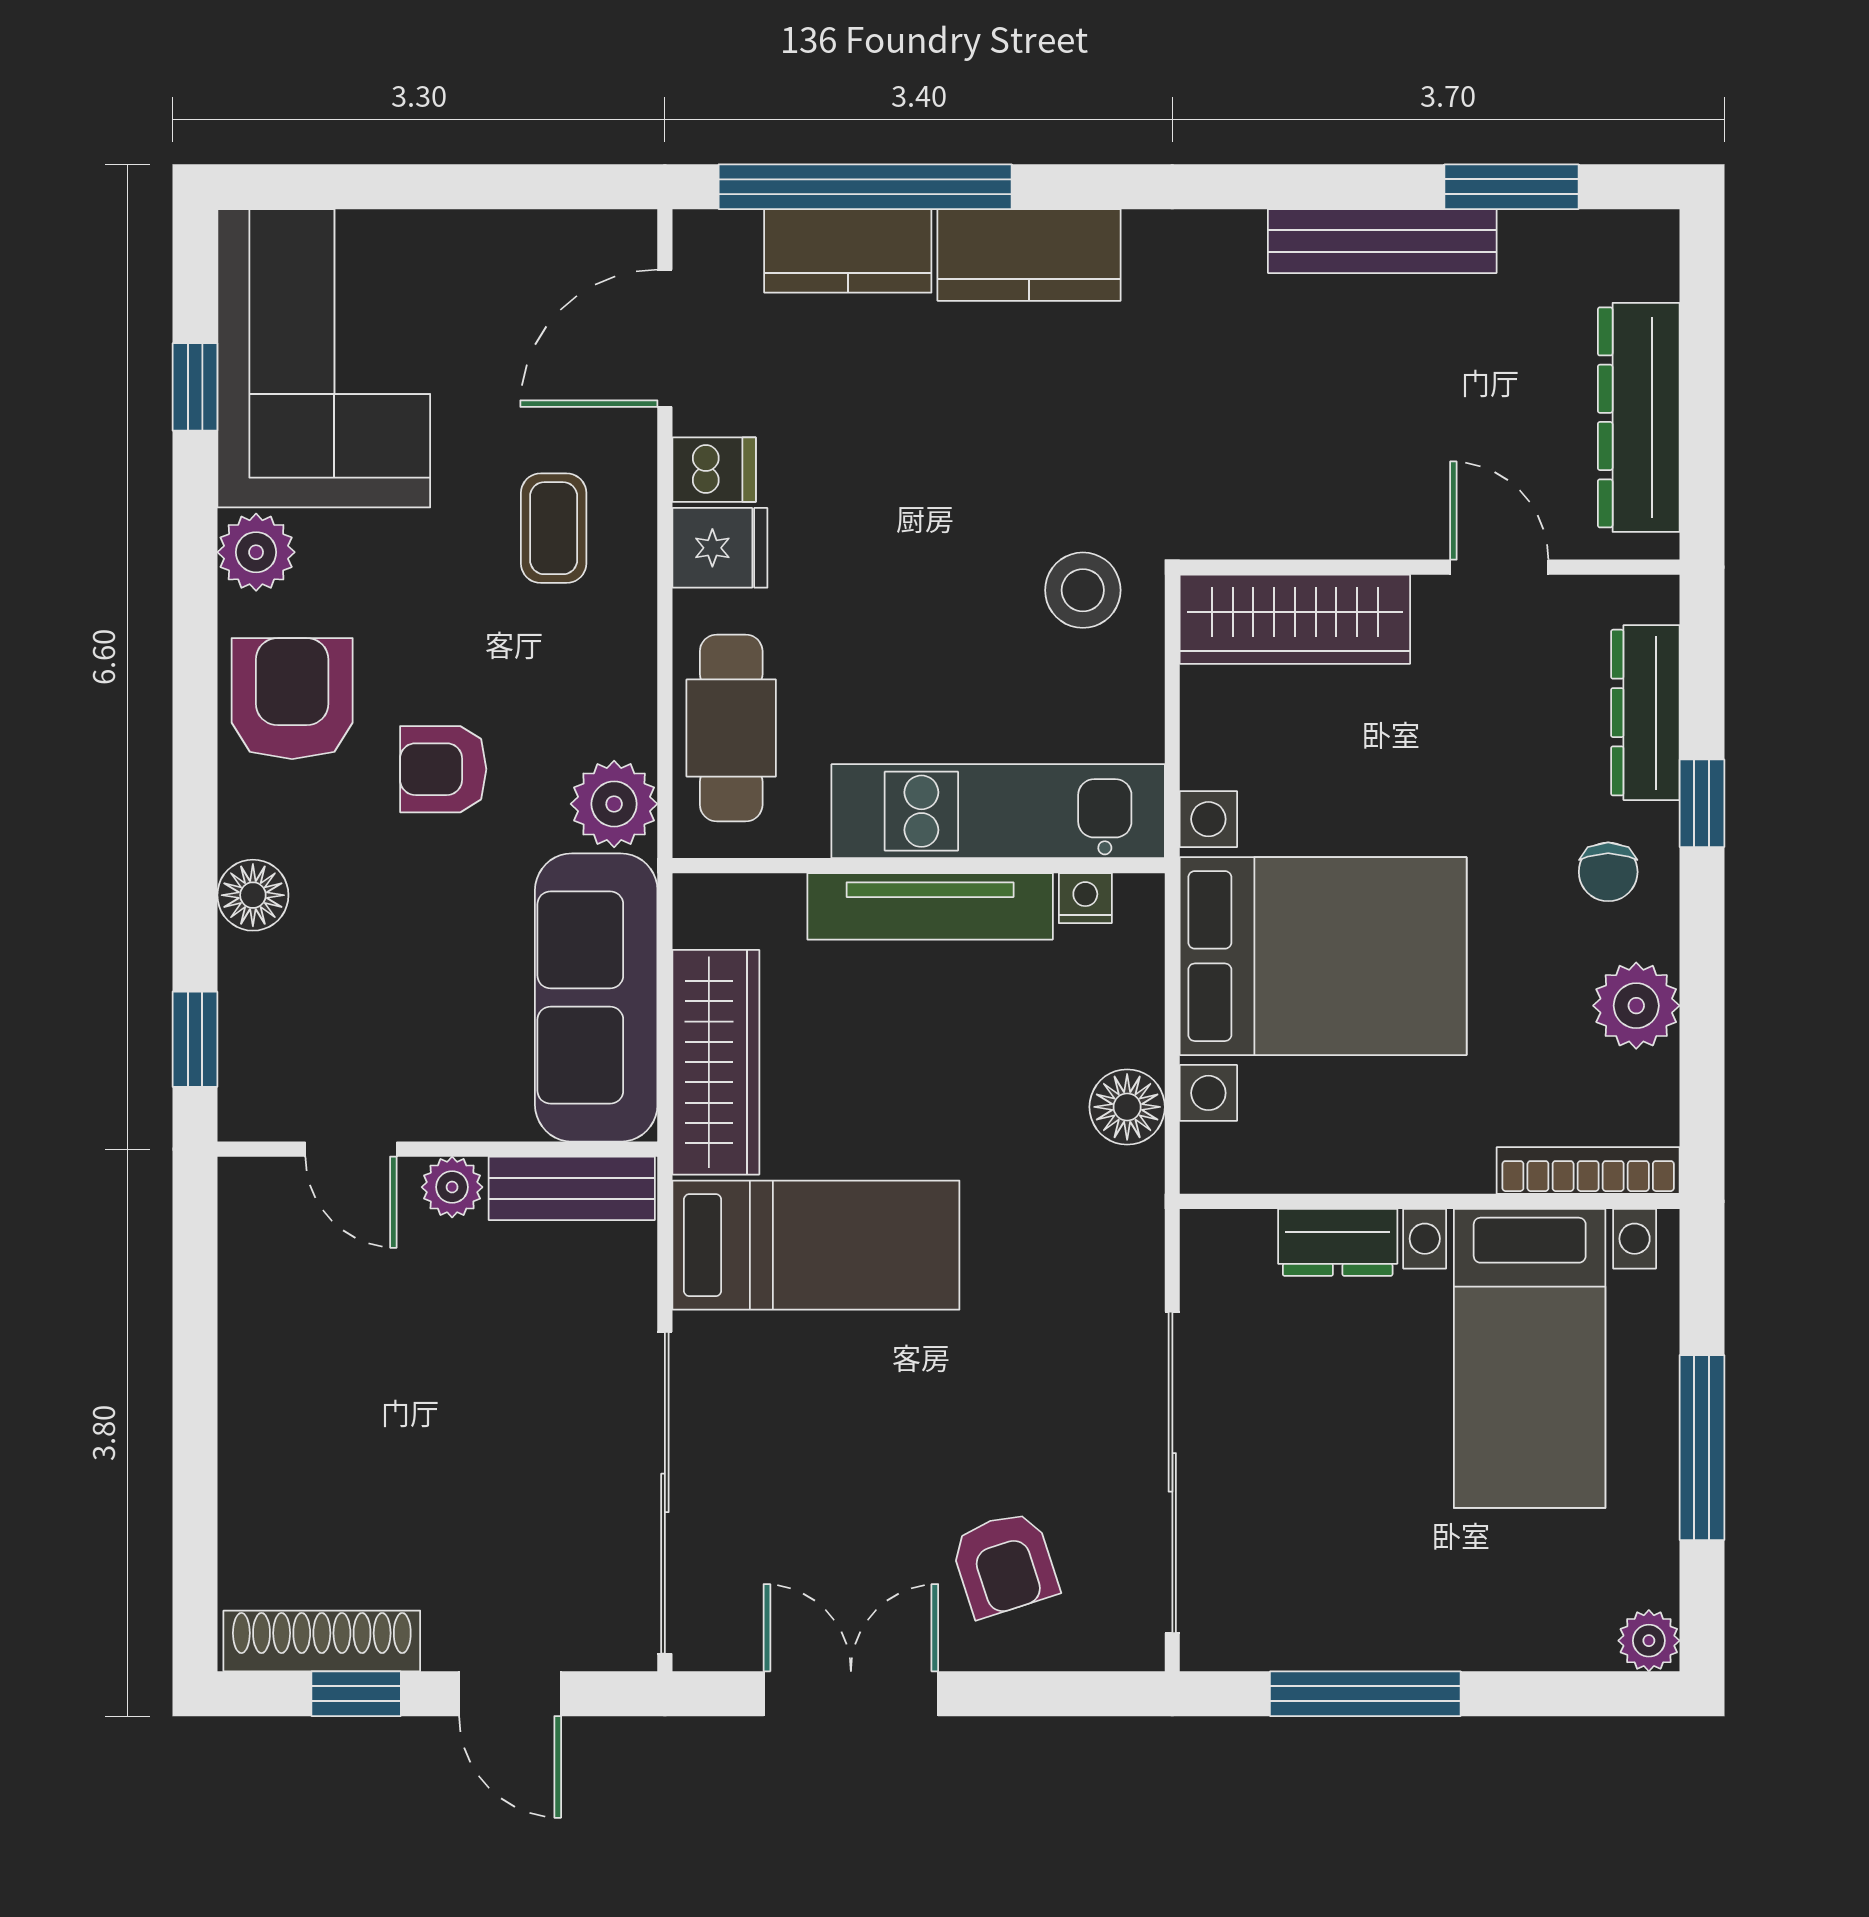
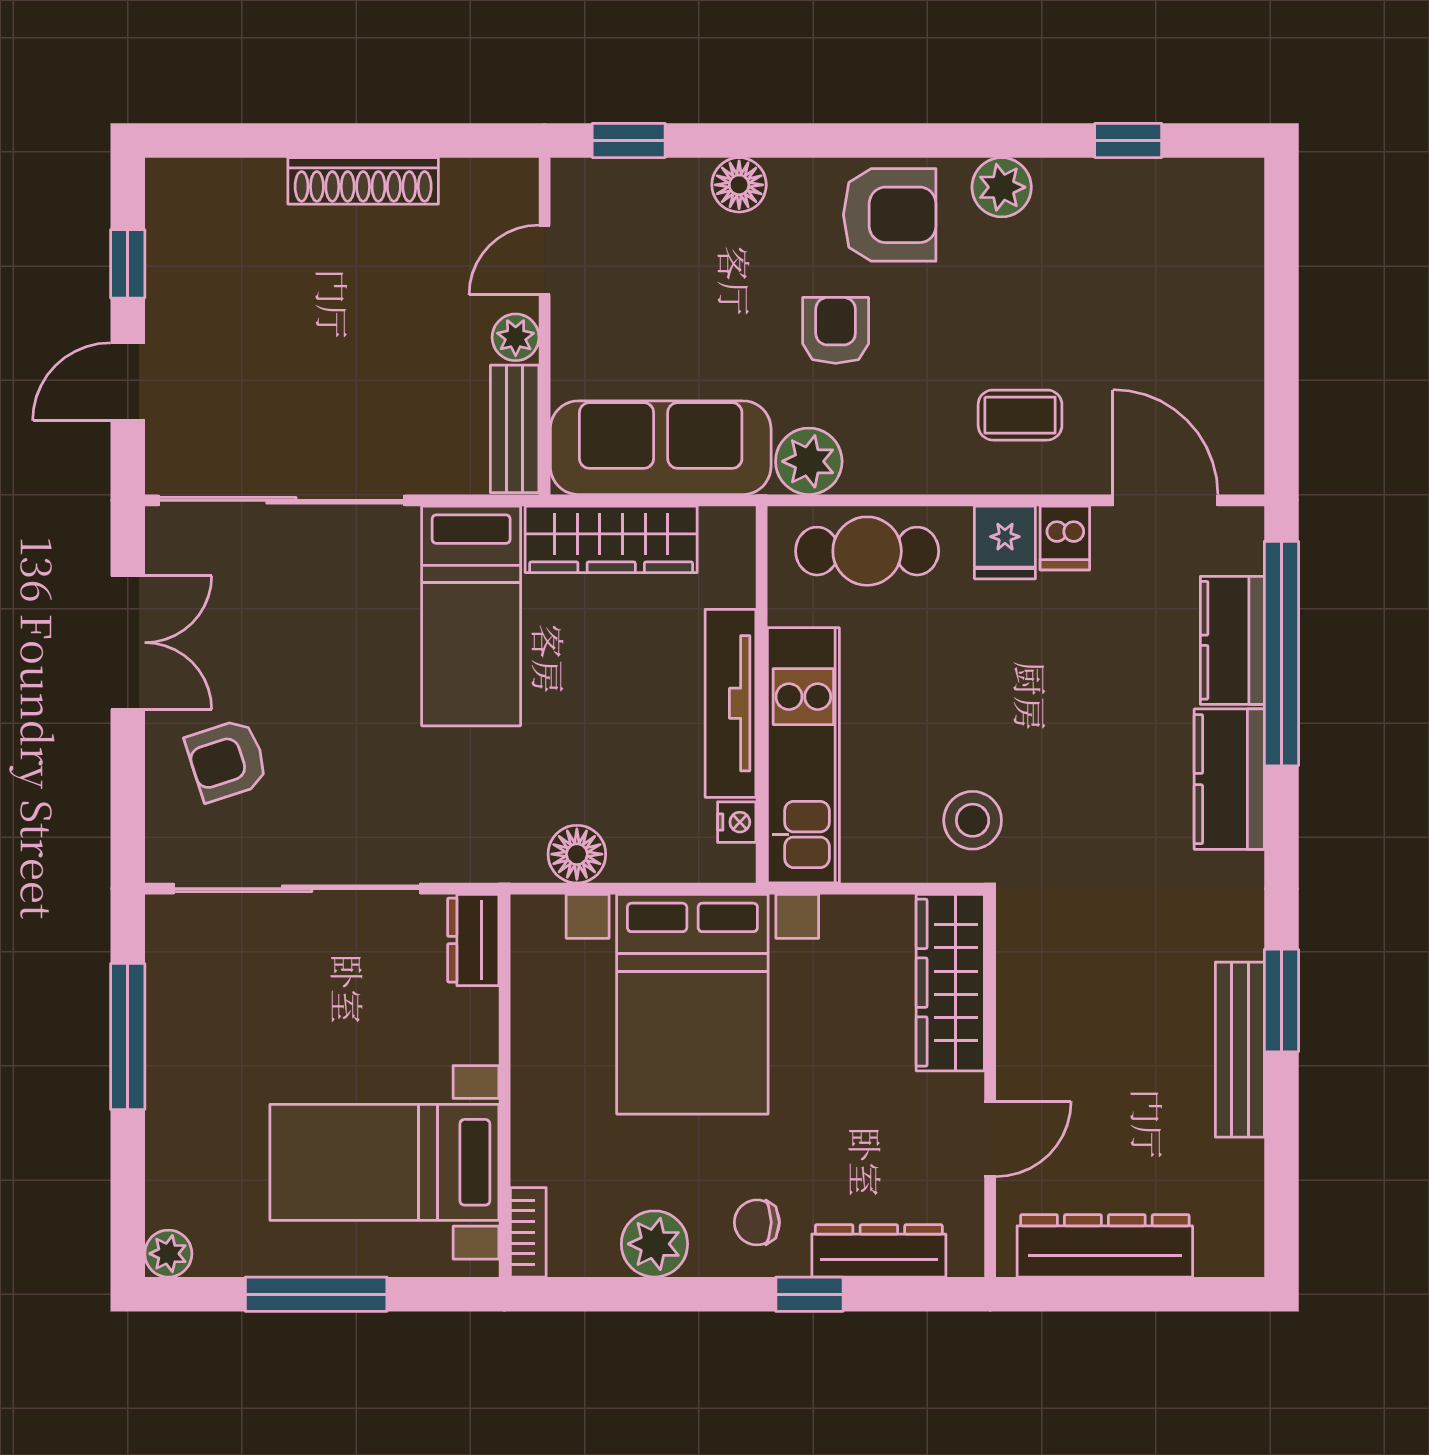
window: (1511, 187) -> (1281, 1001), moved
corner sofa: (324, 358) -> (1150, 239), removed
bookcase: (1588, 1170) -> (528, 1232), width x0.64
dresser: (1338, 1242) -> (473, 940), moved
shoe rack: (322, 1641) -> (363, 181), moved, turned 90

